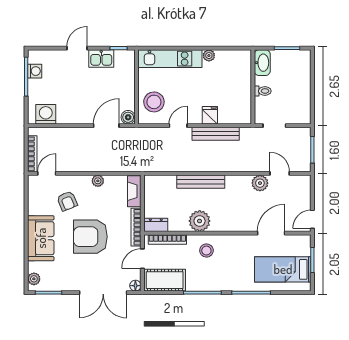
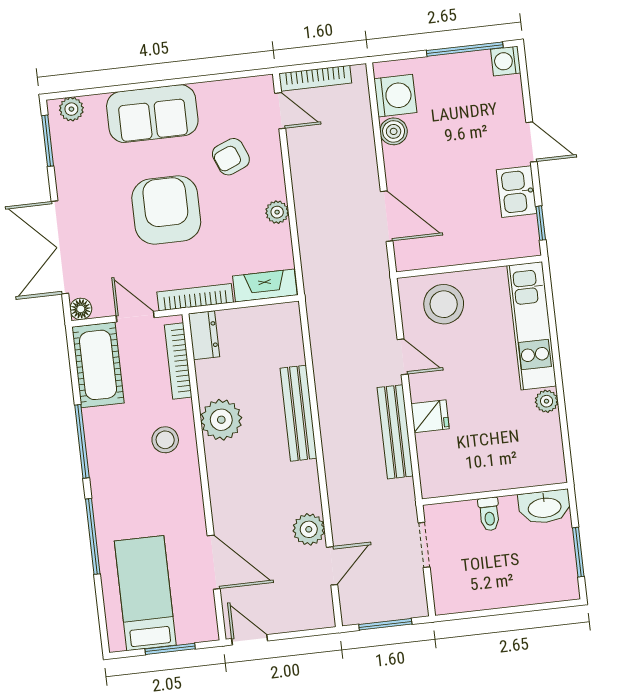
washing machine: (35, 71) -> (506, 61), moved, turned 90
boiler: (128, 117) -> (394, 131), moved

